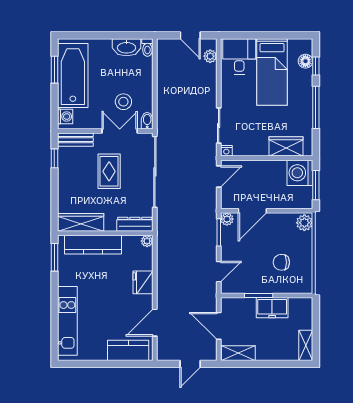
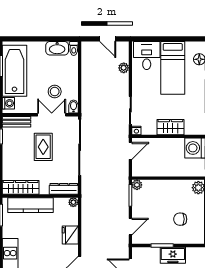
plant: (210, 56) -> (124, 68), moved
wardrobe: (286, 146) -> (170, 127), moved
door: (252, 211) -> (157, 178), removed

